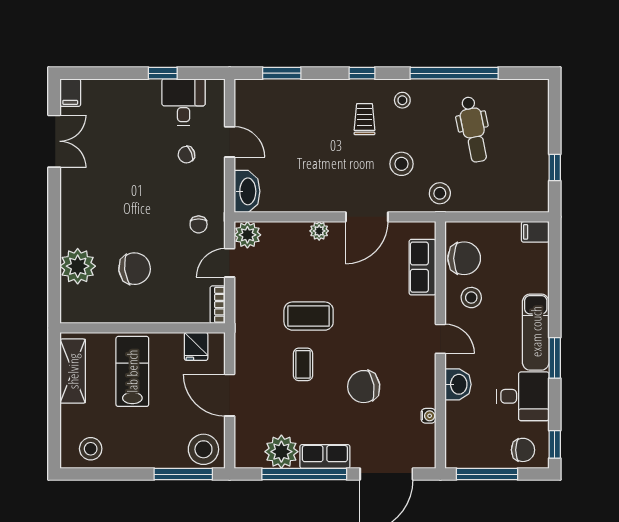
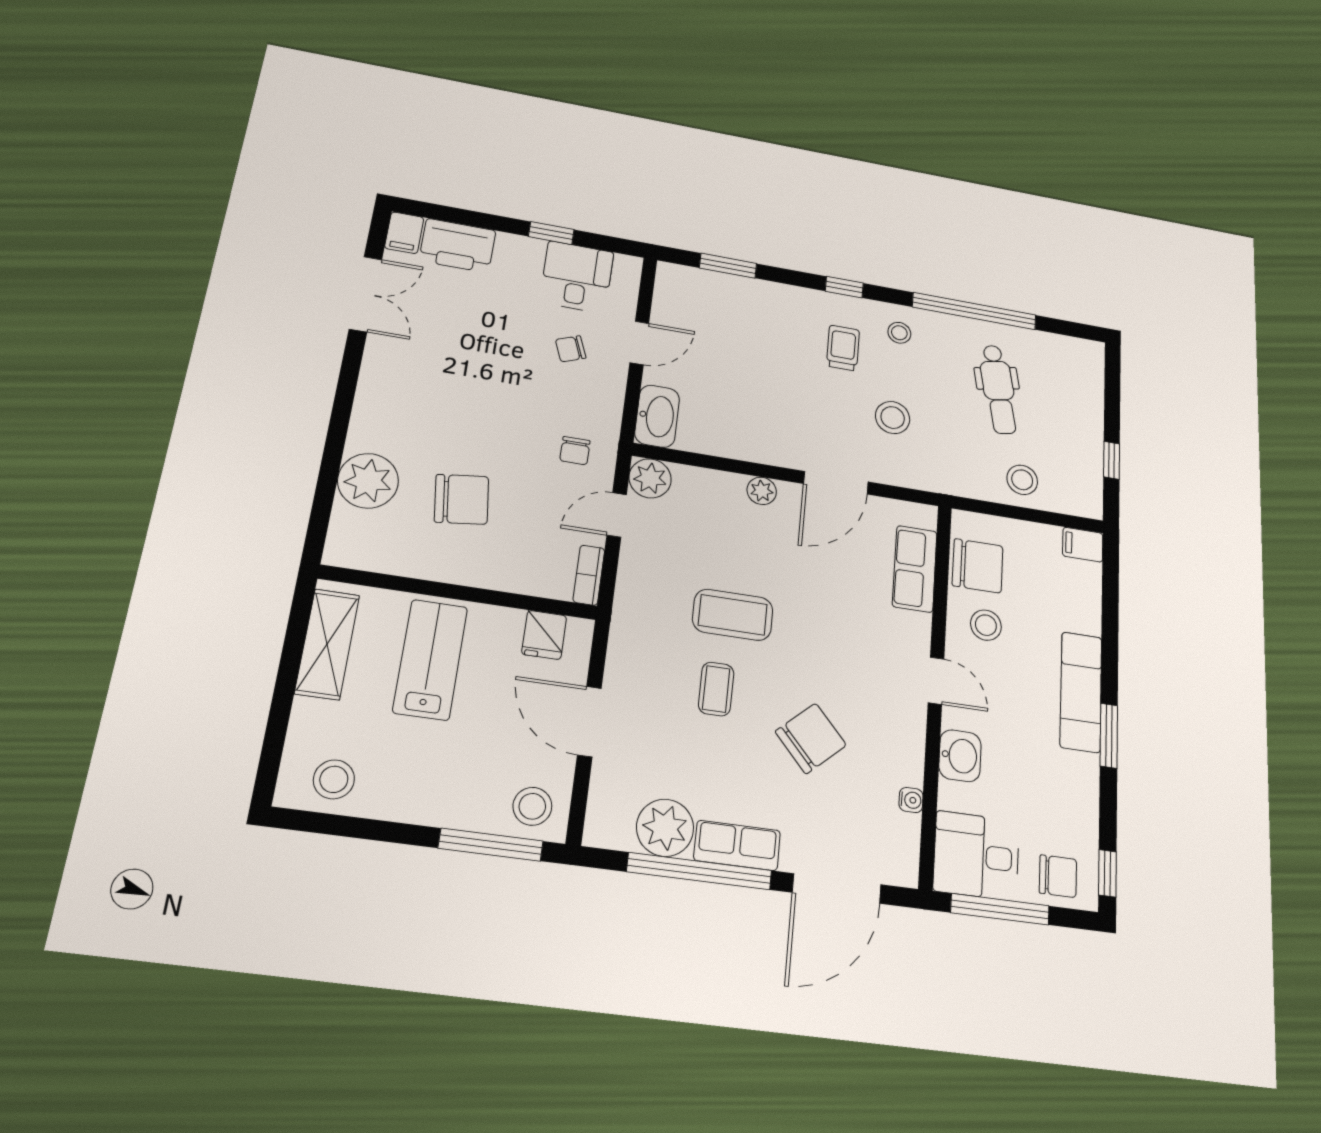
printer: (105, 95) -> (458, 246), added
door: (230, 142) -> (639, 343), hinge flipped
stool: (440, 193) -> (1022, 480), moved
chair: (364, 387) -> (811, 738), turned 147
desk: (523, 396) -> (976, 856), moved, turned 180
stool: (203, 449) -> (532, 806), width x0.73, depth x0.73

